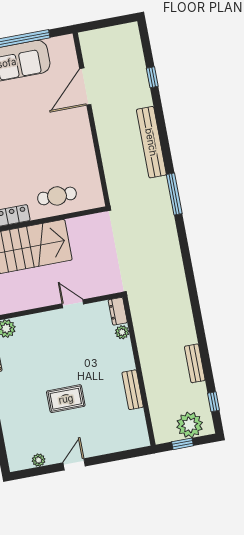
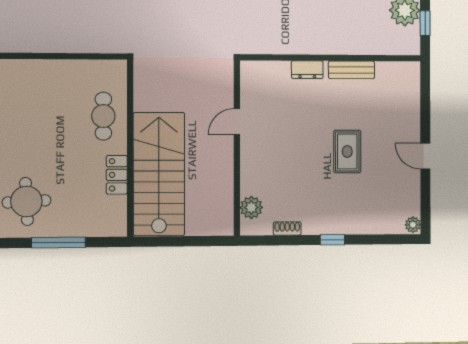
dresser: (118, 311) -> (307, 70), moved
plant: (122, 332) -> (282, 69), removed
plant: (39, 460) -> (413, 225), moved

